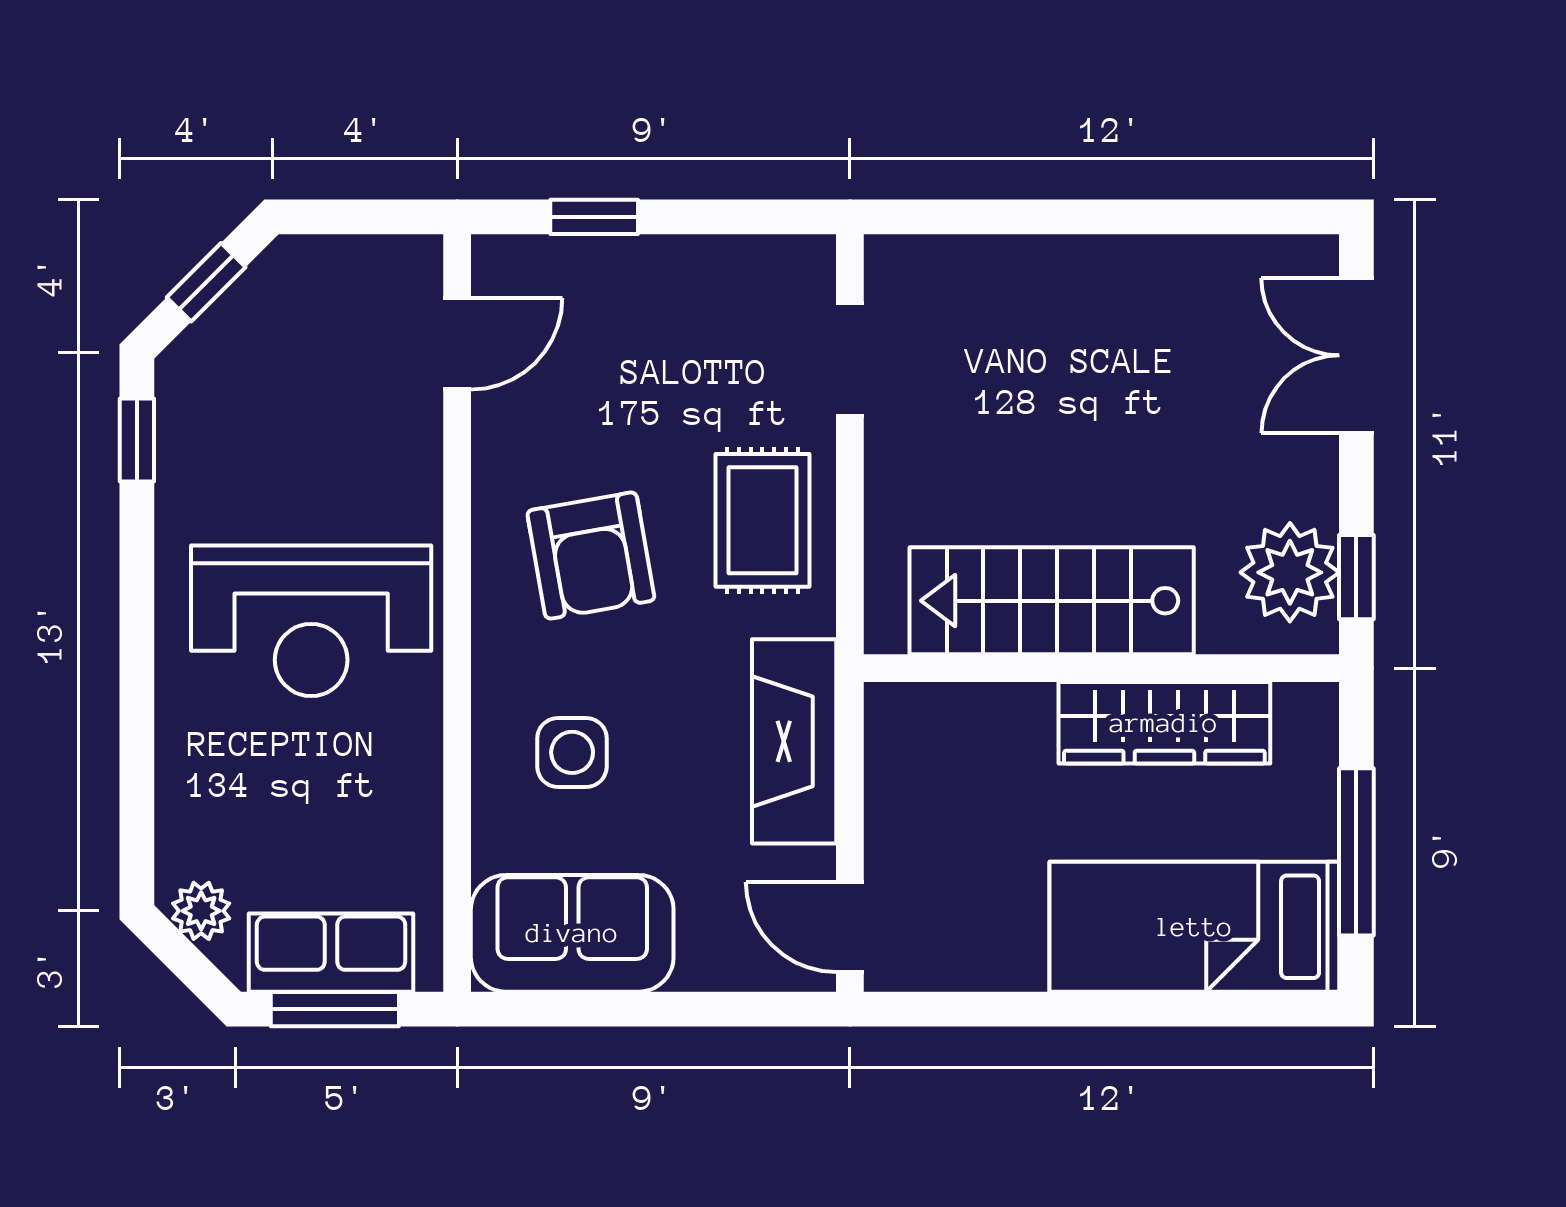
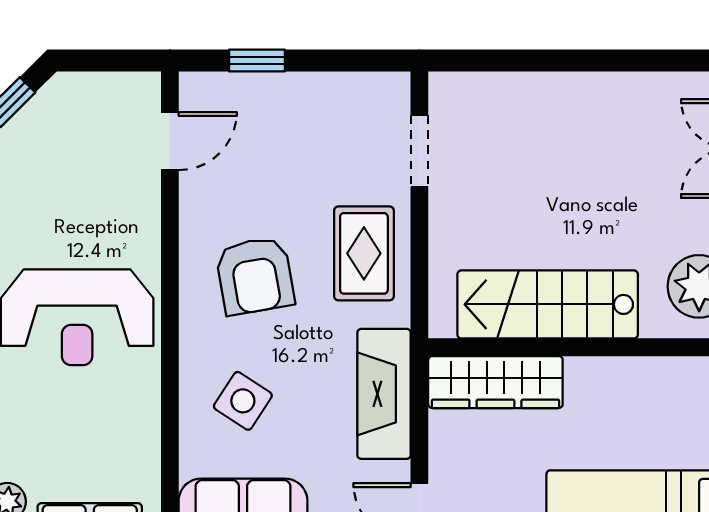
wardrobe: (1164, 723) -> (495, 382), moved
side table: (572, 752) -> (243, 401), turned 33

